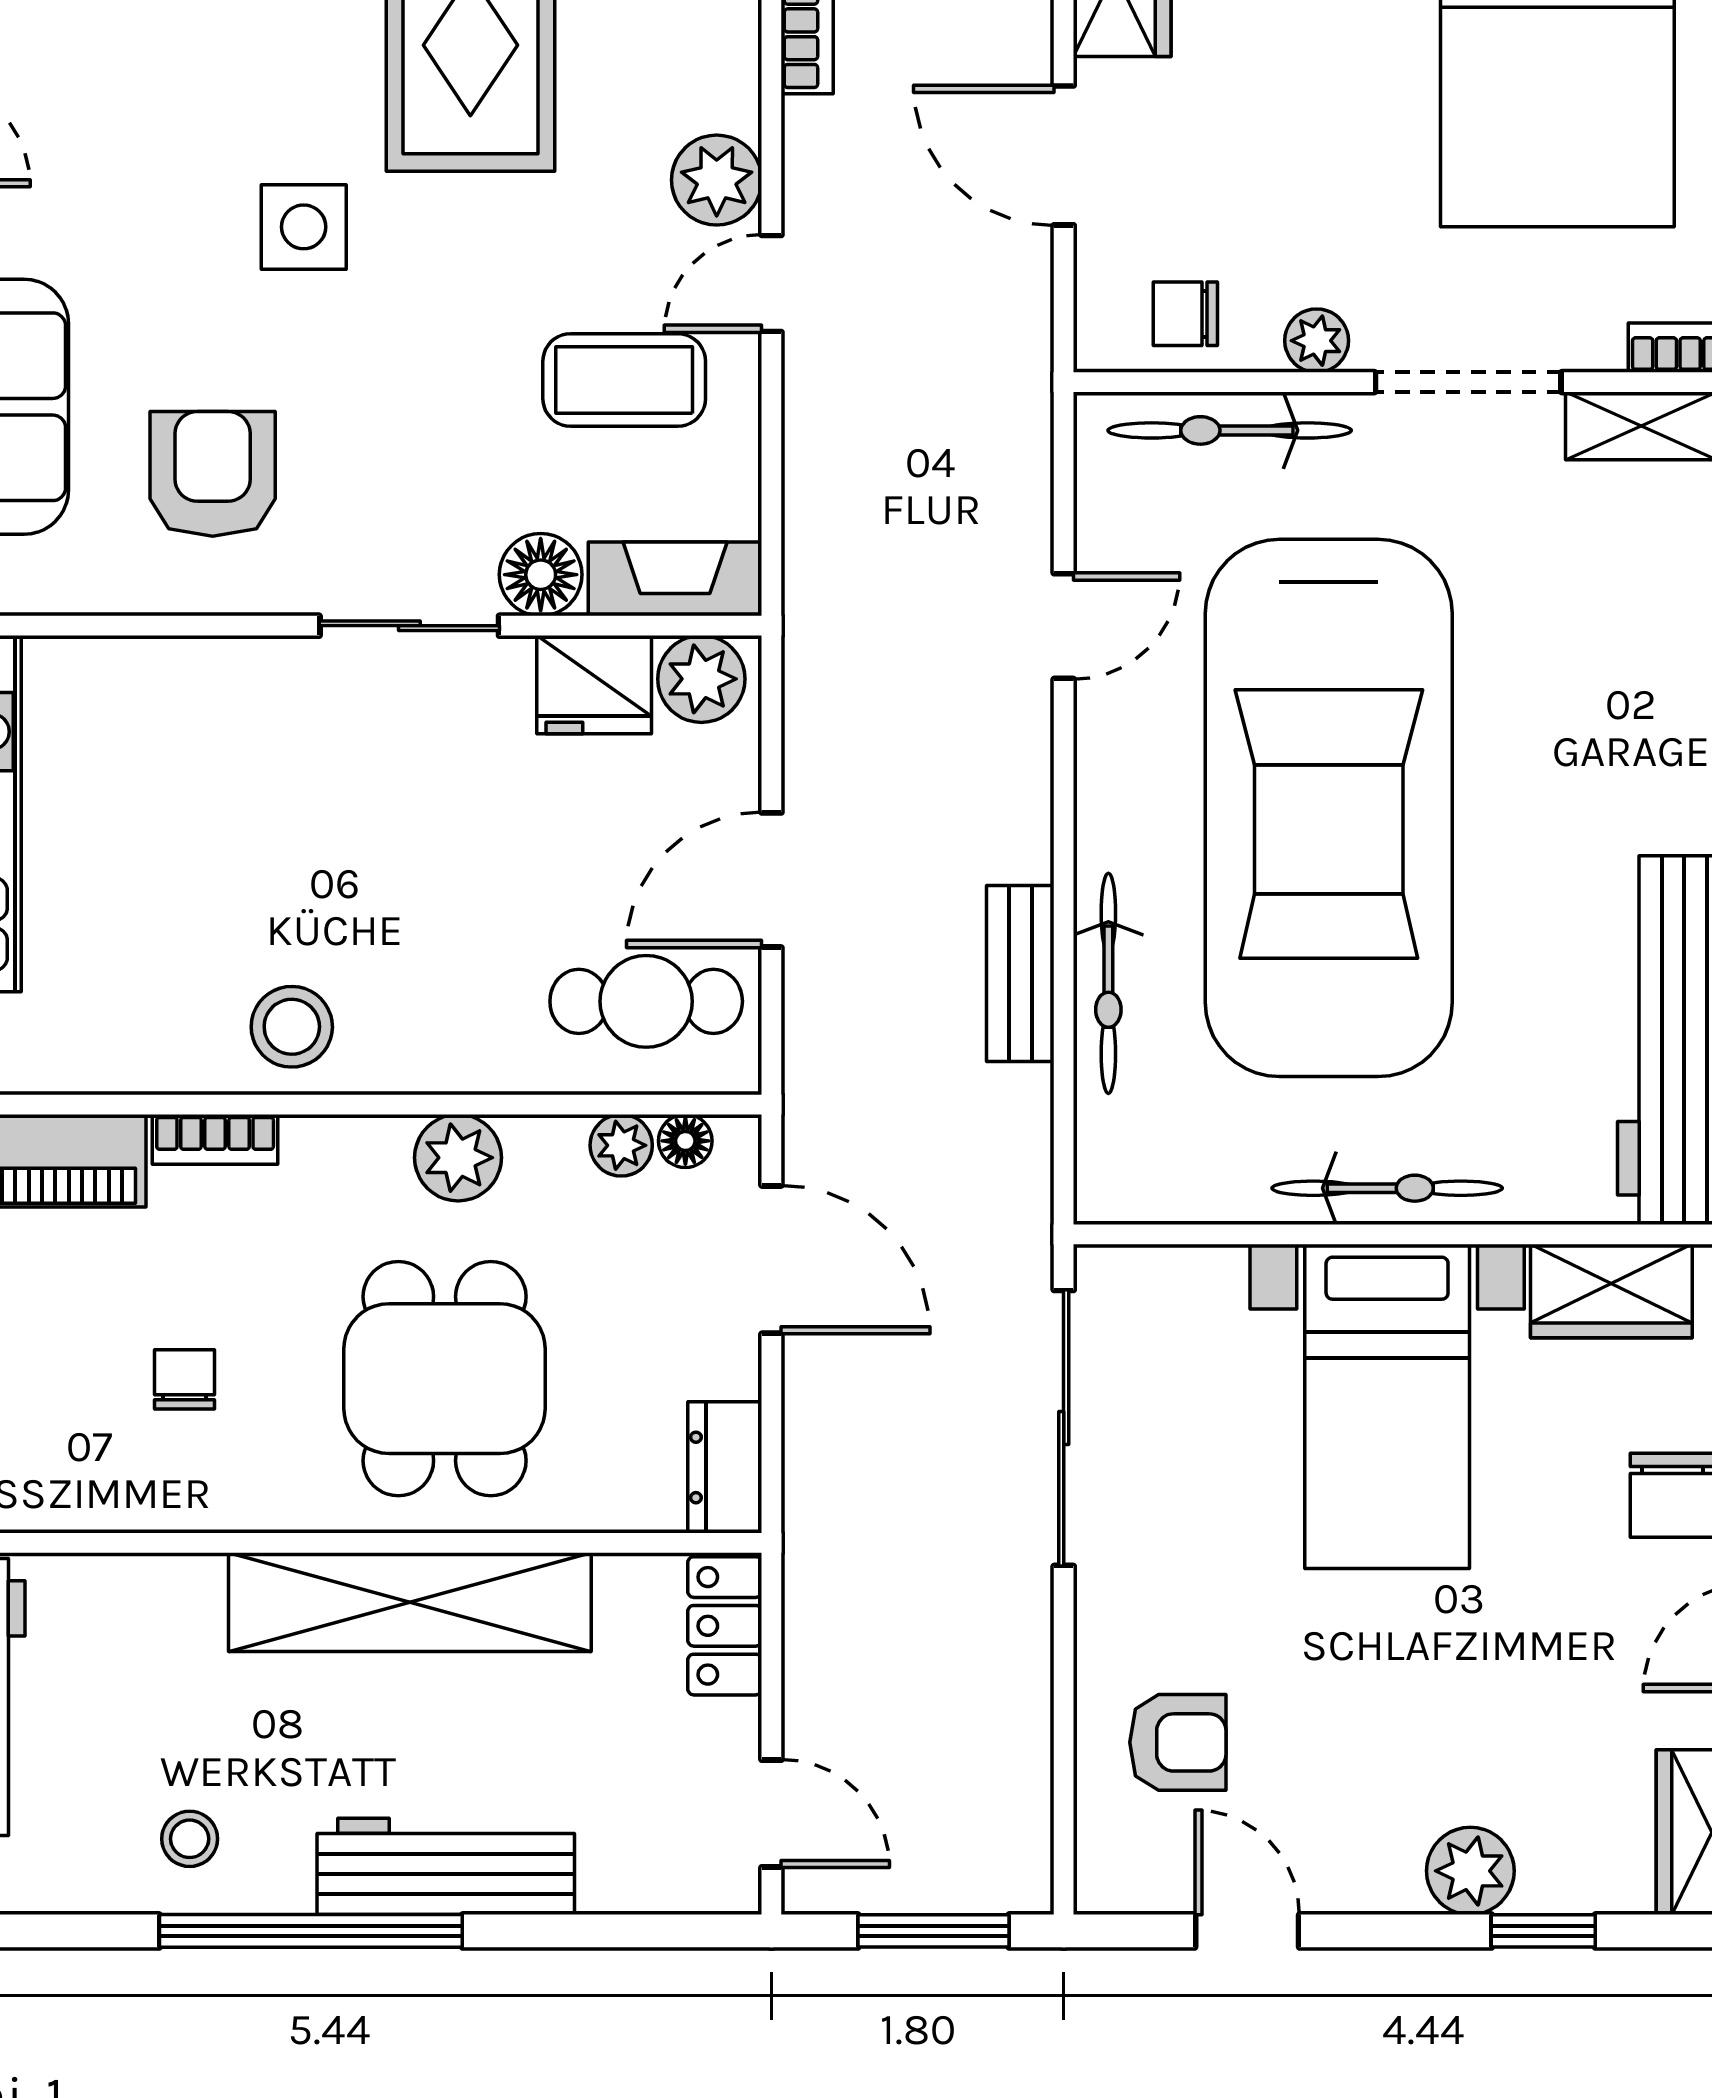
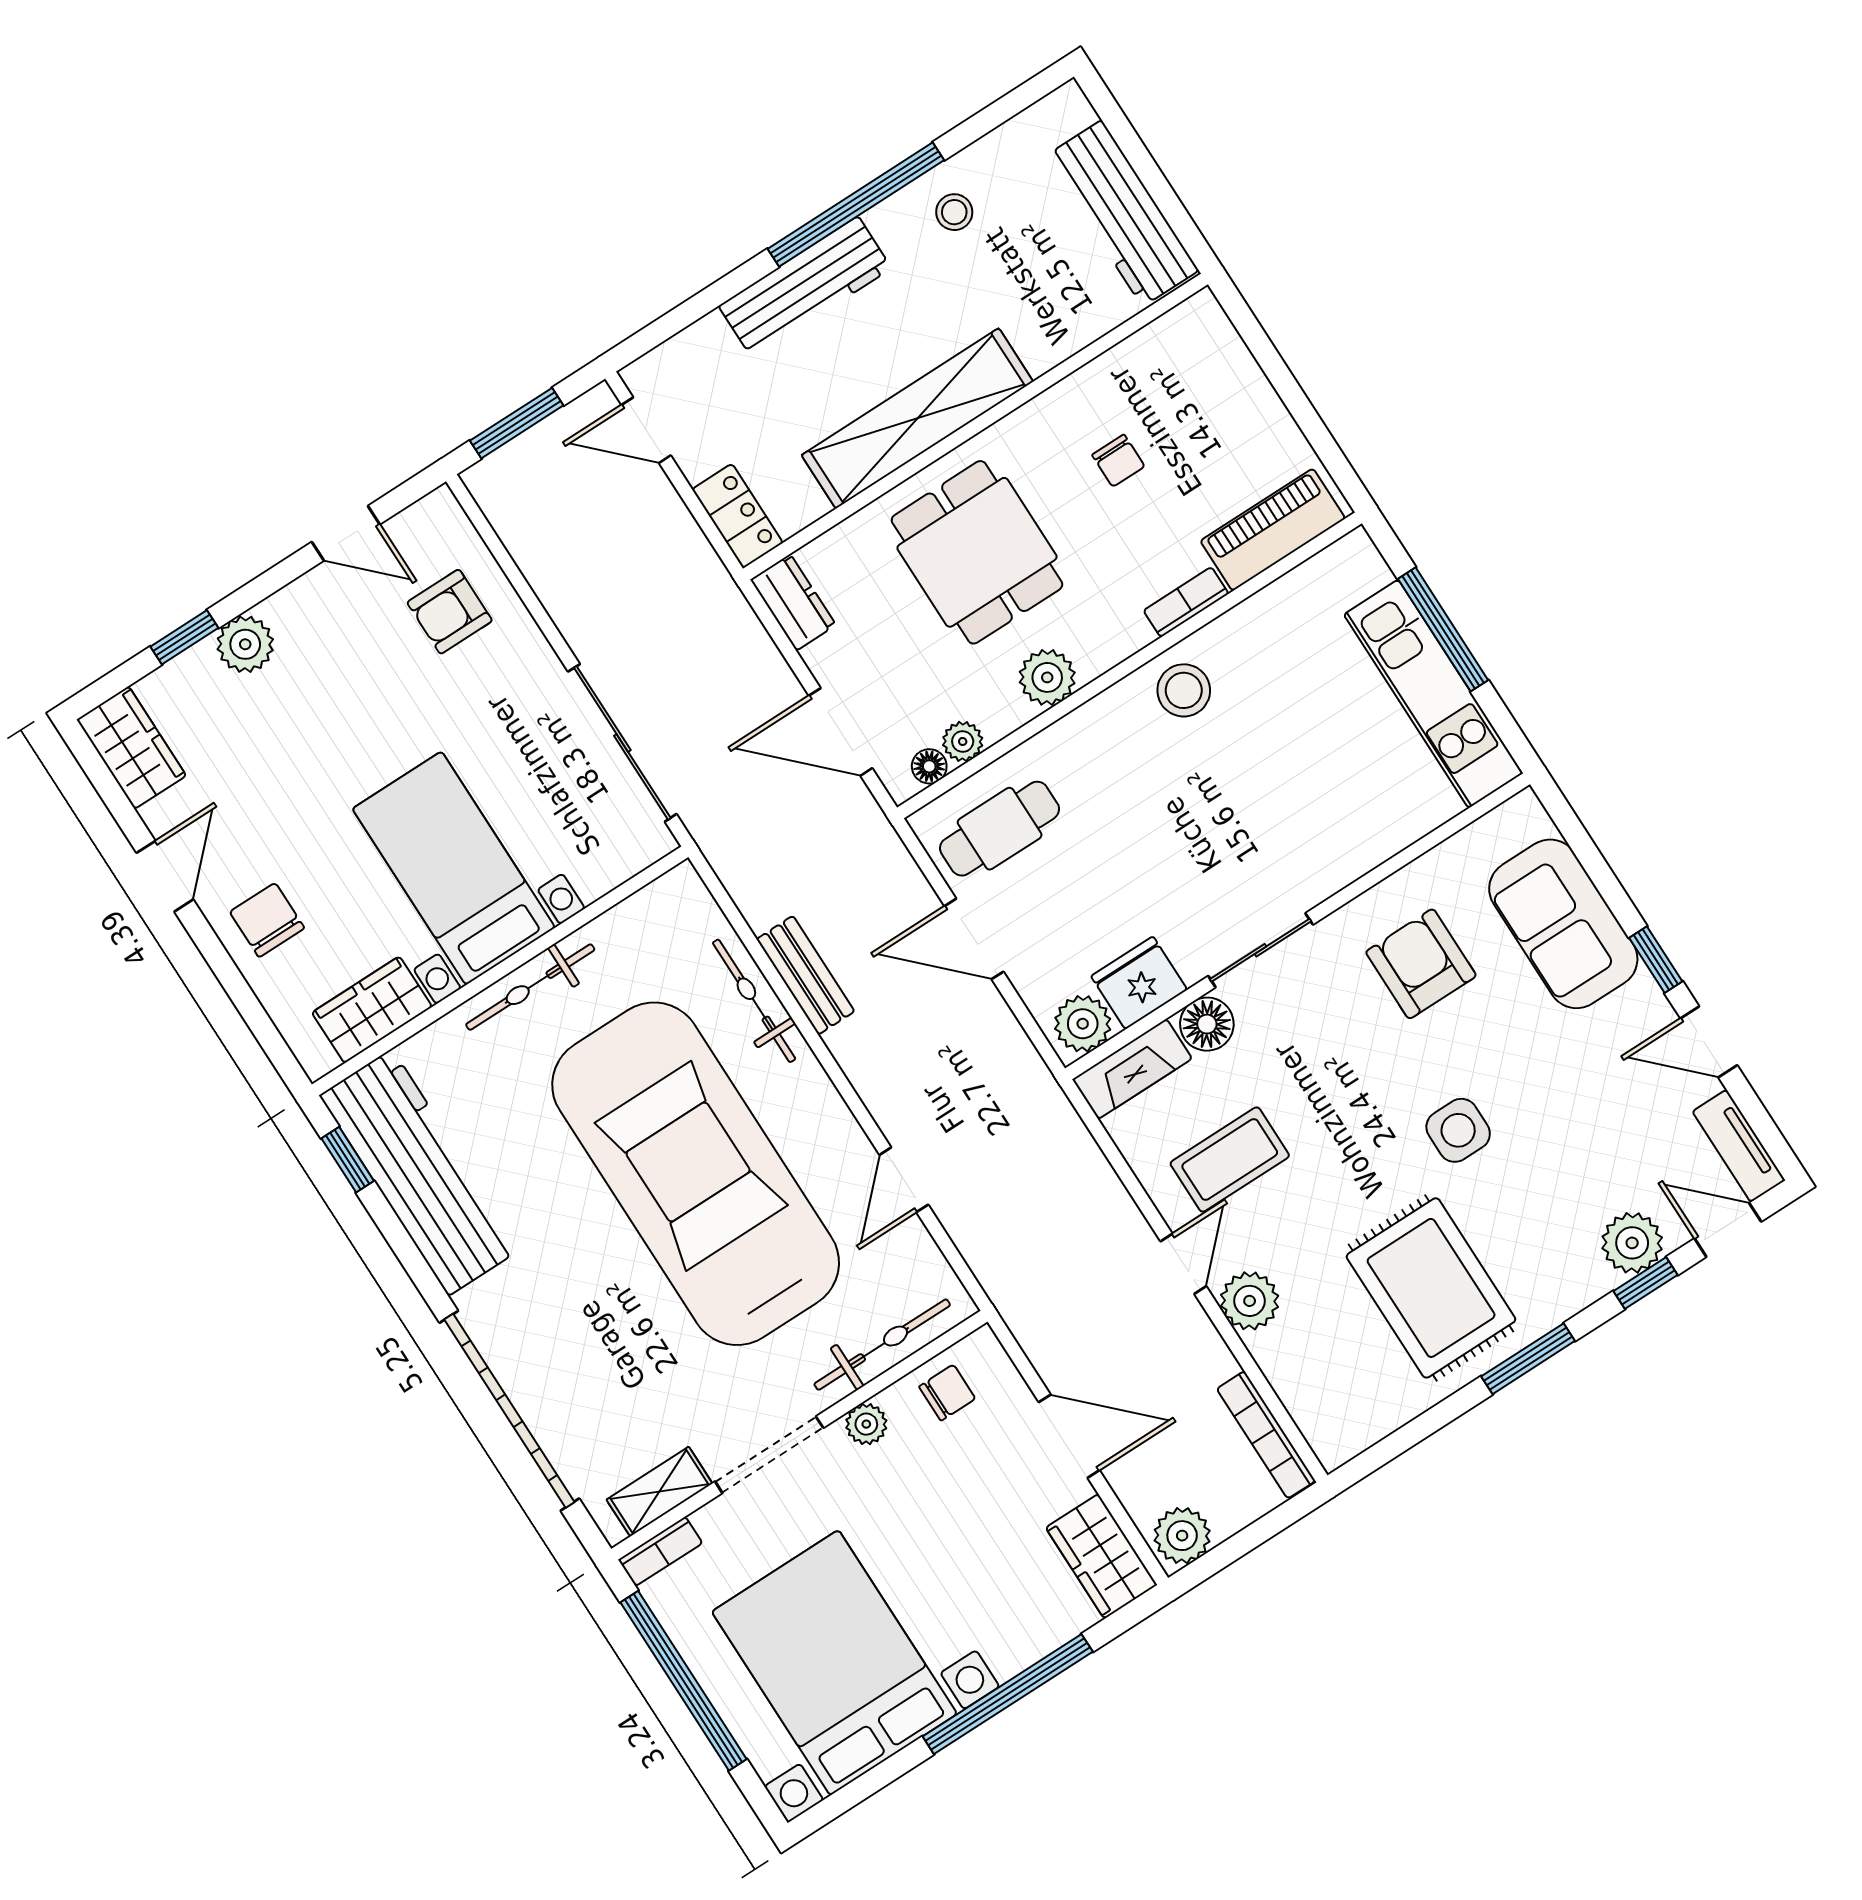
armchair: (213, 474) -> (1421, 964), turned 180
door: (771, 880) -> (974, 939), swing flipped

